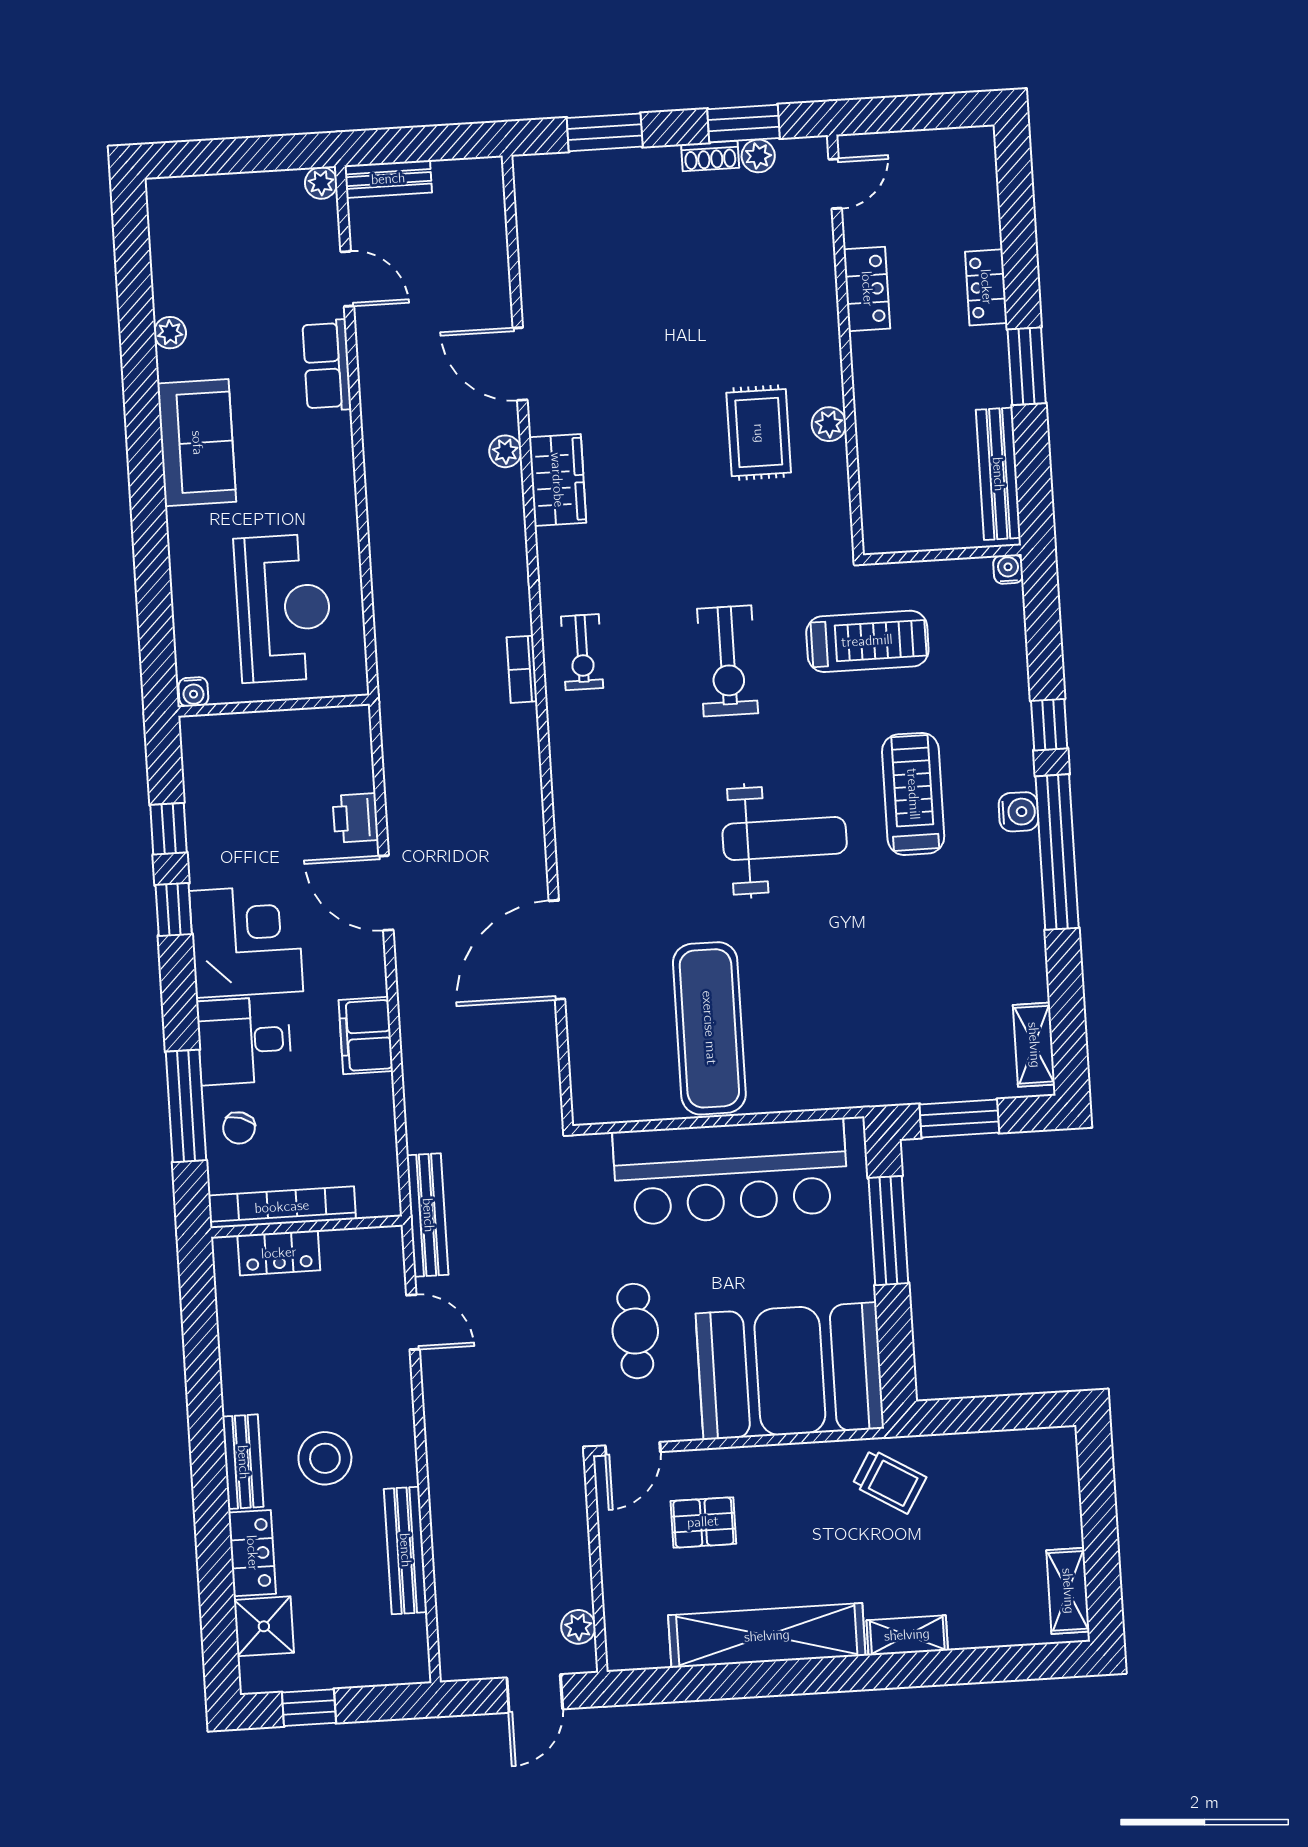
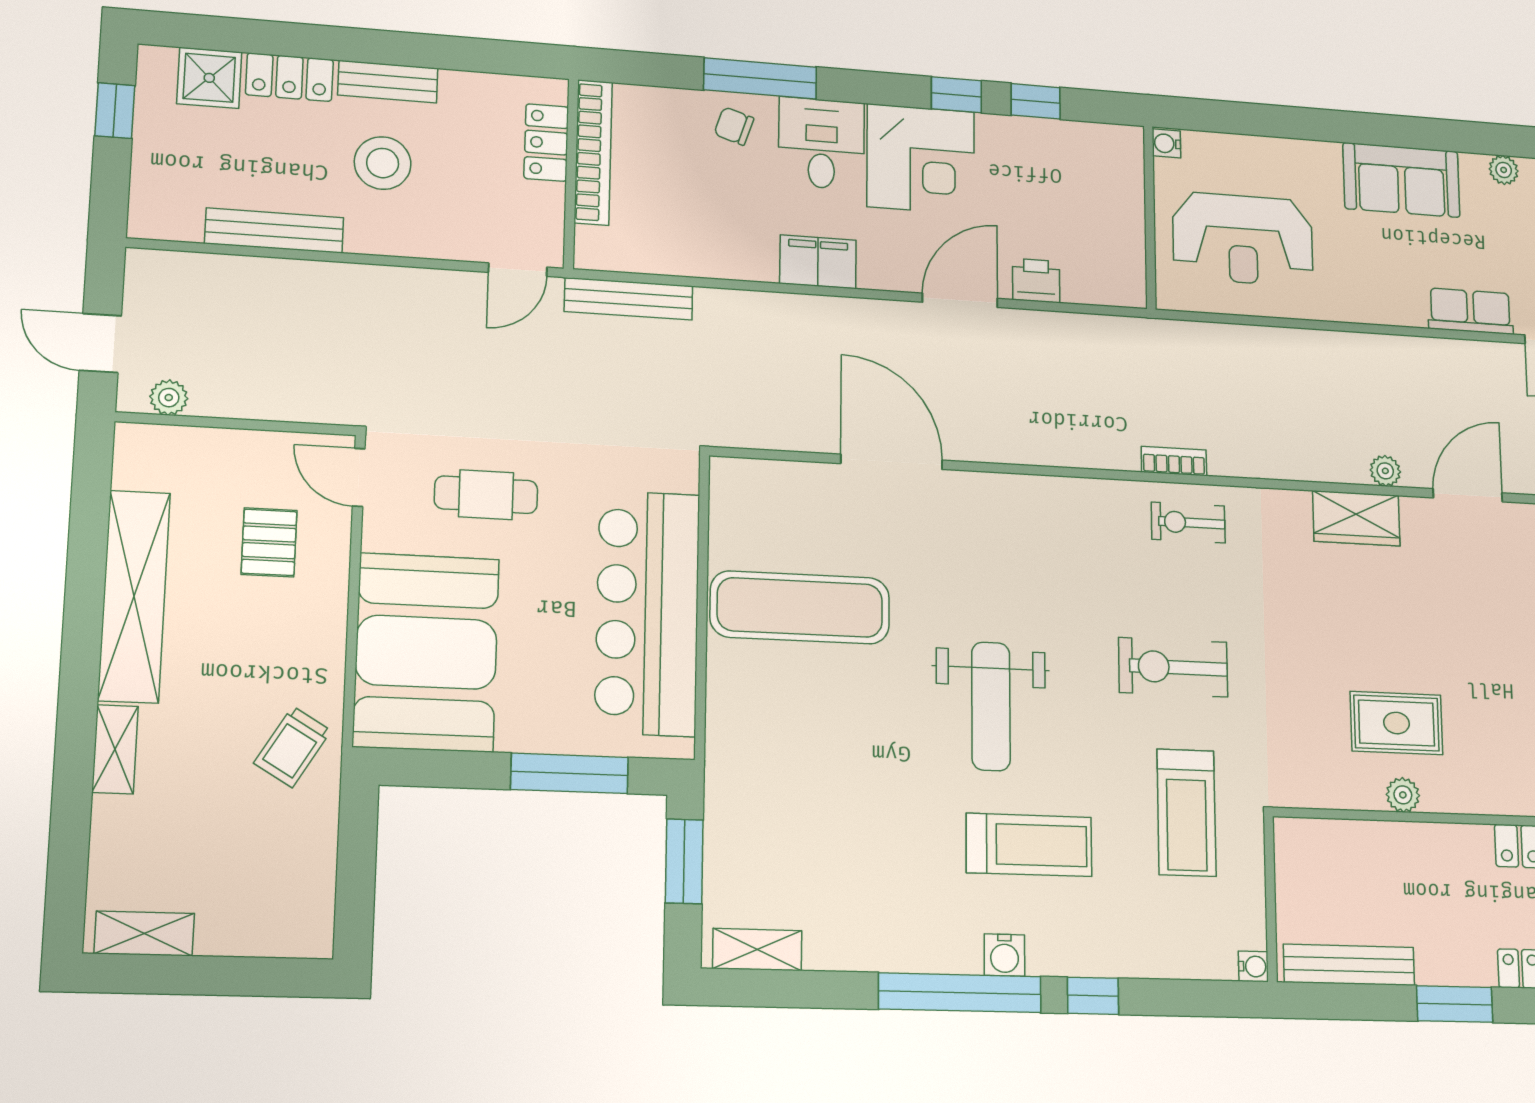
bookcase: (282, 1207) -> (593, 152), moved
wall: (307, 1227) -> (571, 173), moved
locker: (279, 1253) -> (546, 143), moved

